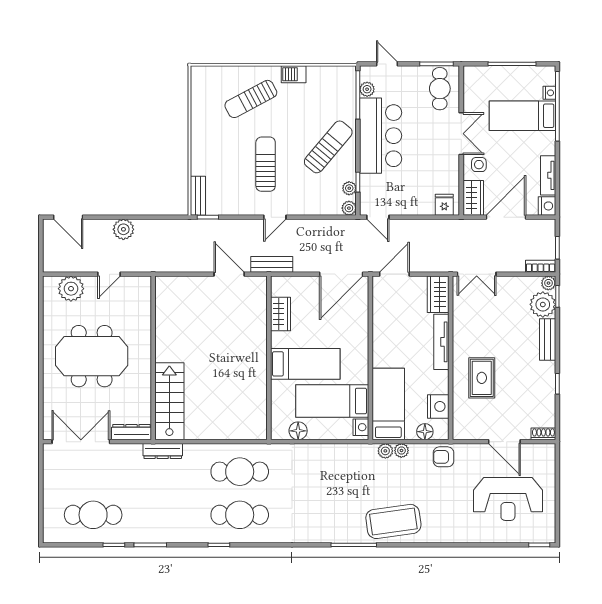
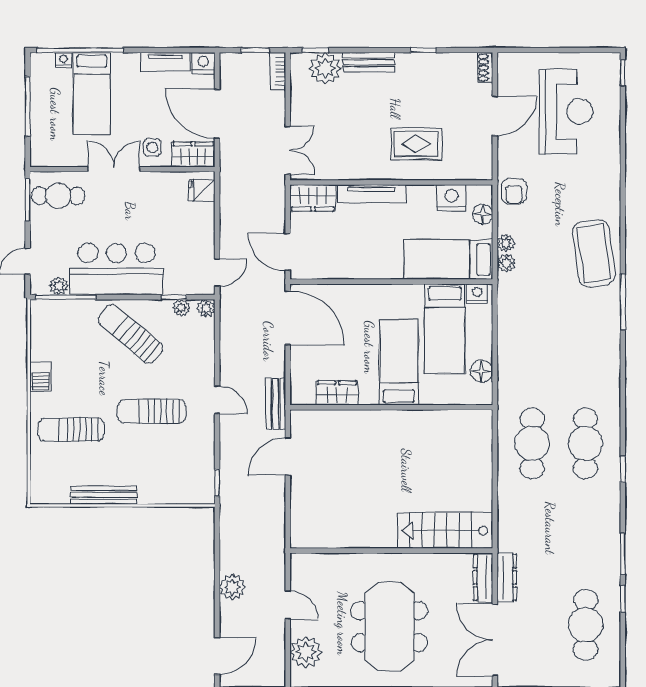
sun lounger: (251, 99) -> (71, 430), turned 118
bench: (198, 196) -> (104, 495), moved, width x1.36
plant: (548, 283) -> (299, 61), removed
dresser: (163, 451) -> (507, 577), moved

